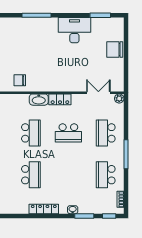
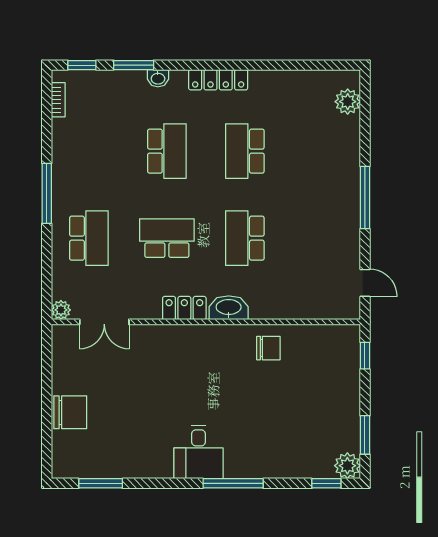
desk: (74, 30) -> (199, 452), moved, width x0.73
school desk: (106, 175) -> (167, 151), moved

